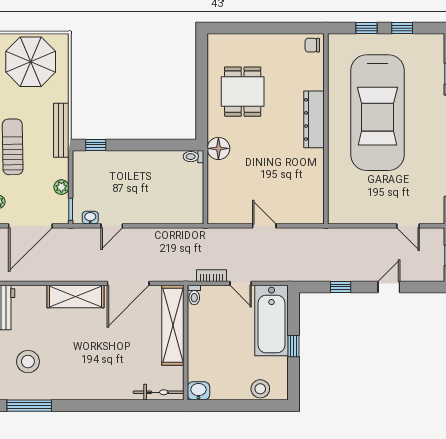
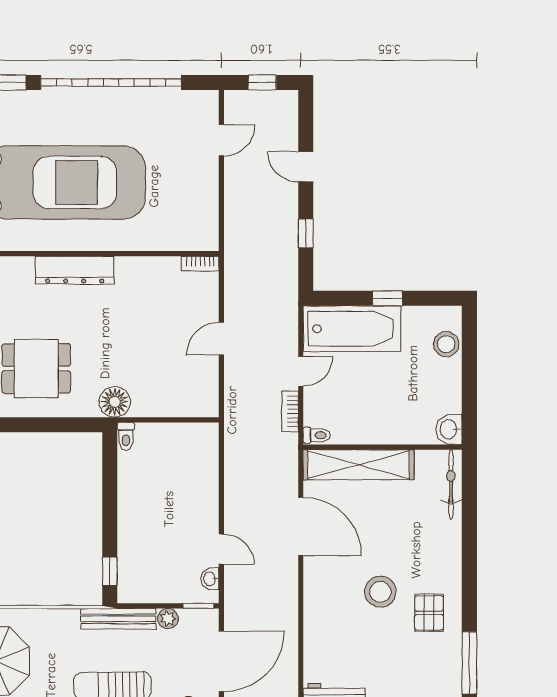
bench: (61, 130) -> (118, 619), moved
bookcase: (319, 210) -> (200, 264), added
door: (30, 226) -> (221, 661), hinge flipped
shelving: (75, 296) -> (319, 599), removed
stool: (28, 362) -> (380, 592), moved
pallet: (65, 376) -> (429, 613), added

